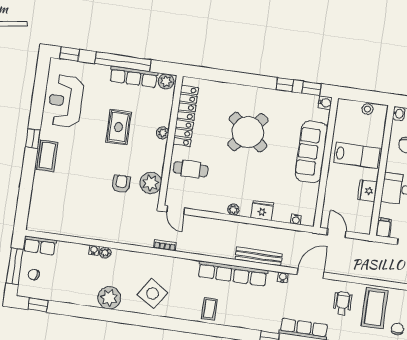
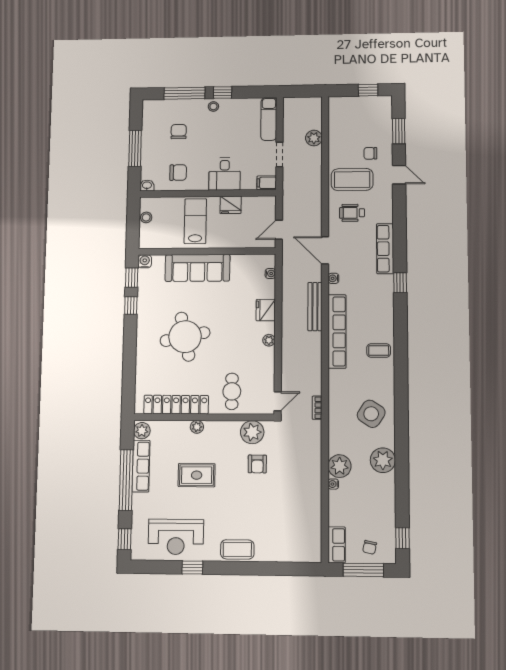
round table: (248, 132) -> (185, 337), turned 38
window: (33, 139) -> (192, 568), moved
armchair: (121, 184) -> (257, 464), turned -90
plant: (105, 253) -> (340, 466), width x1.88, depth x1.88

